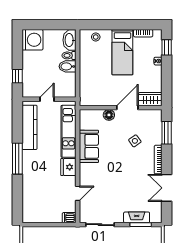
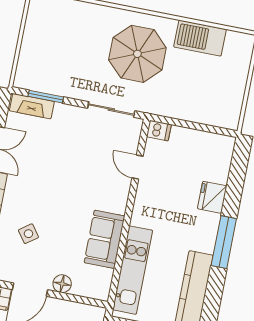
fridge: (68, 167) -> (212, 197), moved, turned 180
door: (78, 193) -> (137, 167), hinge flipped
fireplace: (137, 217) -> (32, 106), moved

